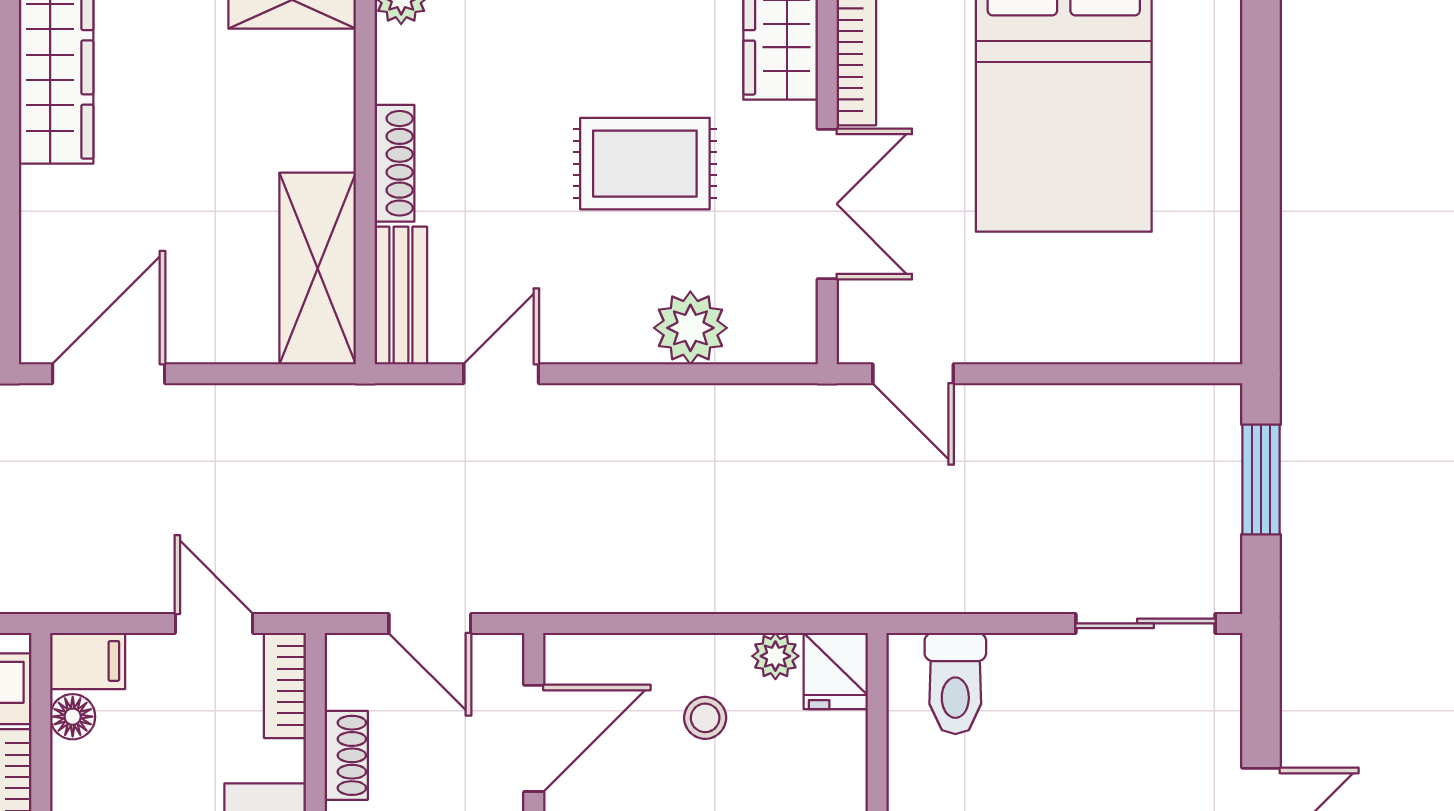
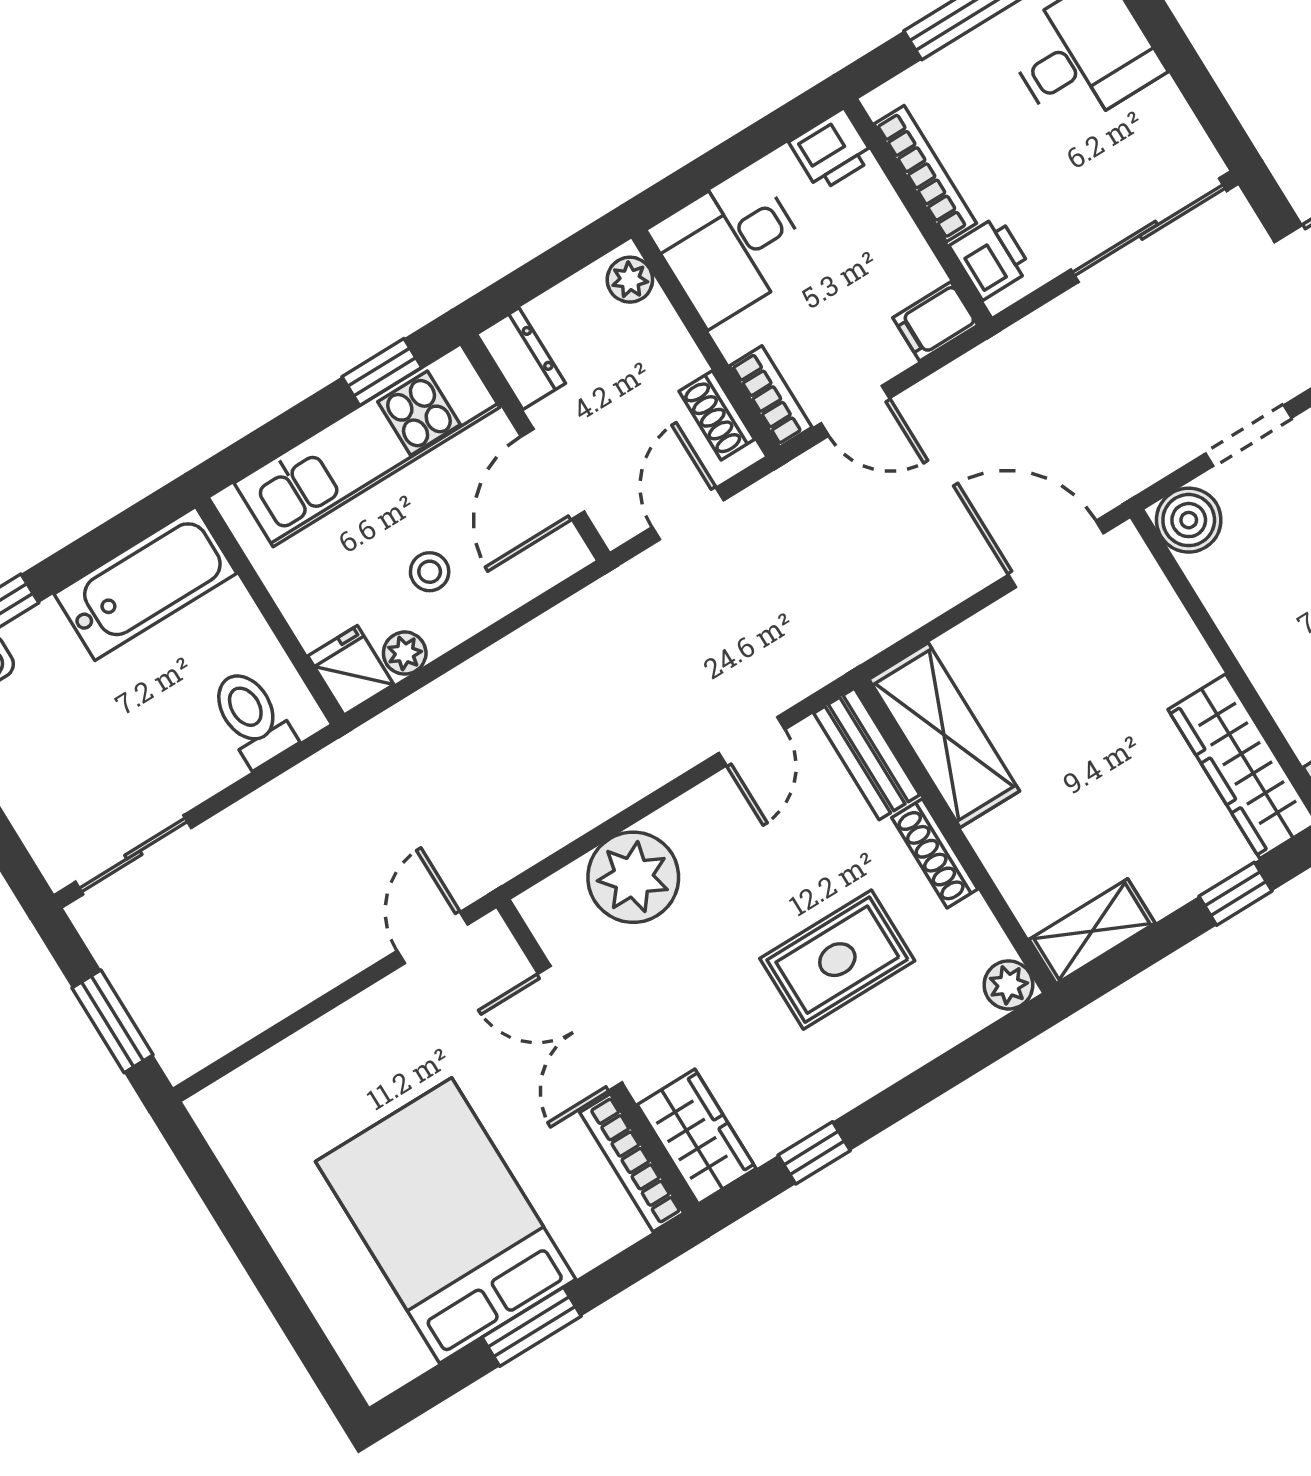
rug: (645, 164) -> (837, 960), moved
plant: (690, 328) -> (633, 877), width x1.36, depth x1.36
door: (109, 374) -> (1056, 554), swing flipped
door: (913, 374) -> (433, 938), hinge flipped
door: (430, 623) -> (688, 514), hinge flipped
floor lamp: (73, 717) -> (920, 271), removed
shoe rack: (346, 755) -> (717, 415), moved

